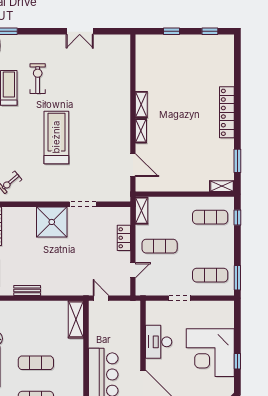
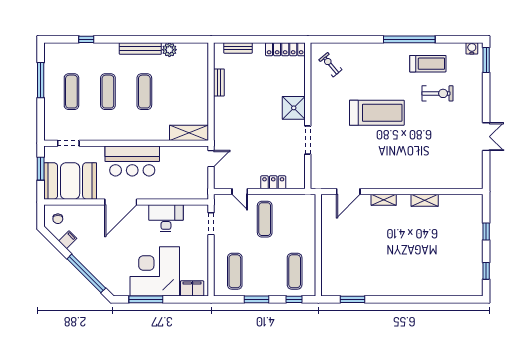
double door: (80, 31) -> (486, 137), swing flipped
shelving: (141, 105) -> (425, 200), moved
locker: (227, 112) -> (403, 289), removed
shelving: (222, 186) -> (327, 283), removed
shelving: (141, 211) -> (301, 200), removed
shower: (52, 222) -> (294, 108), width x0.73, depth x0.73
window: (237, 278) -> (256, 299), moved
doorway: (179, 298) -> (211, 224), moved
filing cabinet: (227, 317) -> (192, 288), added
window: (237, 361) -> (146, 299), width x2.17

